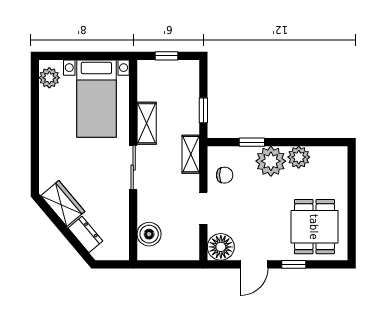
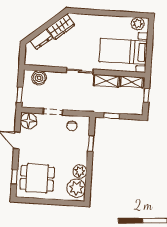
shelving: (191, 154) -> (132, 82), moved
plant: (271, 161) -> (76, 188), moved
window: (179, 264) -> (20, 95), added
window: (294, 264) -> (14, 177), moved

